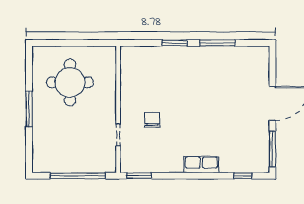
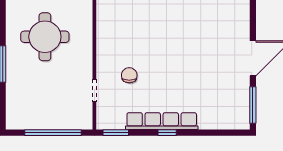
row of seats: (201, 165) -> (162, 121), width x2.02
window: (243, 176) -> (167, 133), moved

